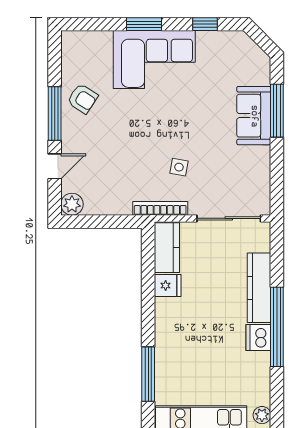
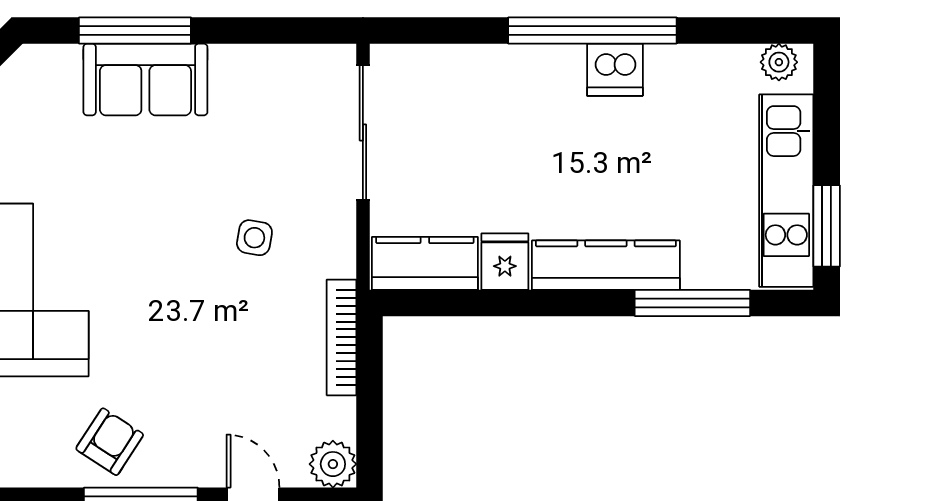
bookcase: (160, 208) -> (342, 337), moved
kitchen counter: (259, 288) -> (606, 265), moved, turned 180

